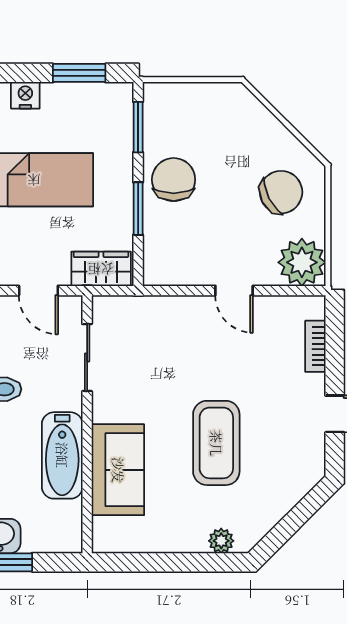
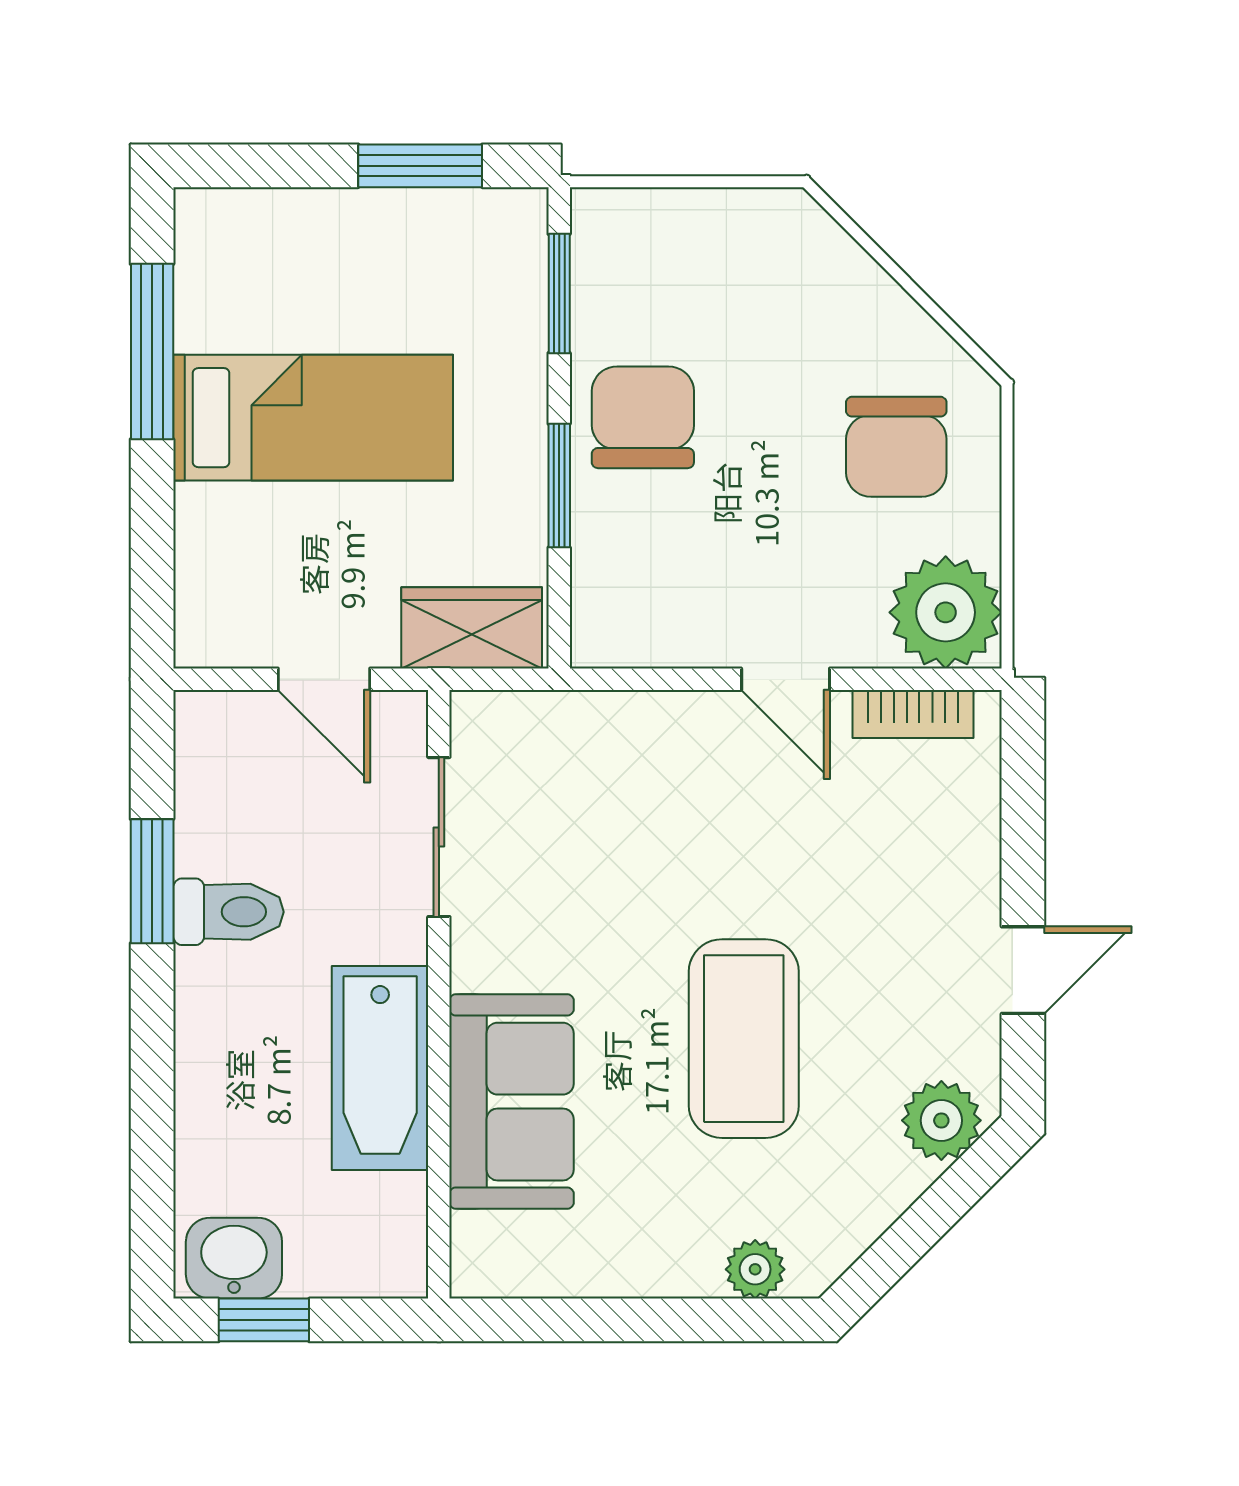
nightstand: (25, 95) -> (293, 218), removed
chair: (281, 192) -> (896, 447), turned 117
bookcase: (315, 346) -> (913, 714), moved, turned -90
plant: (300, 478) -> (941, 1120), added

